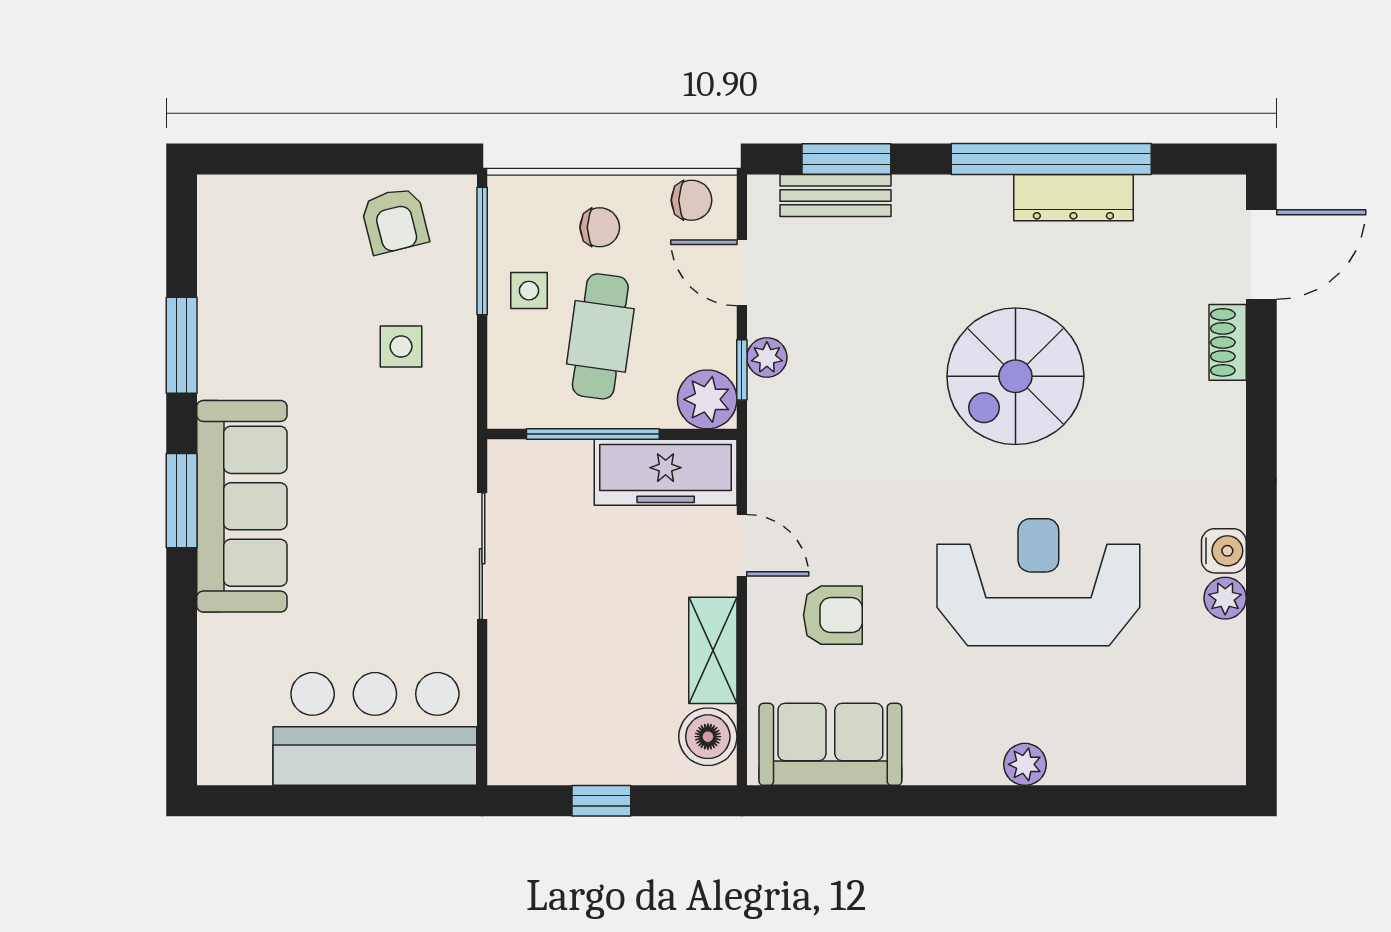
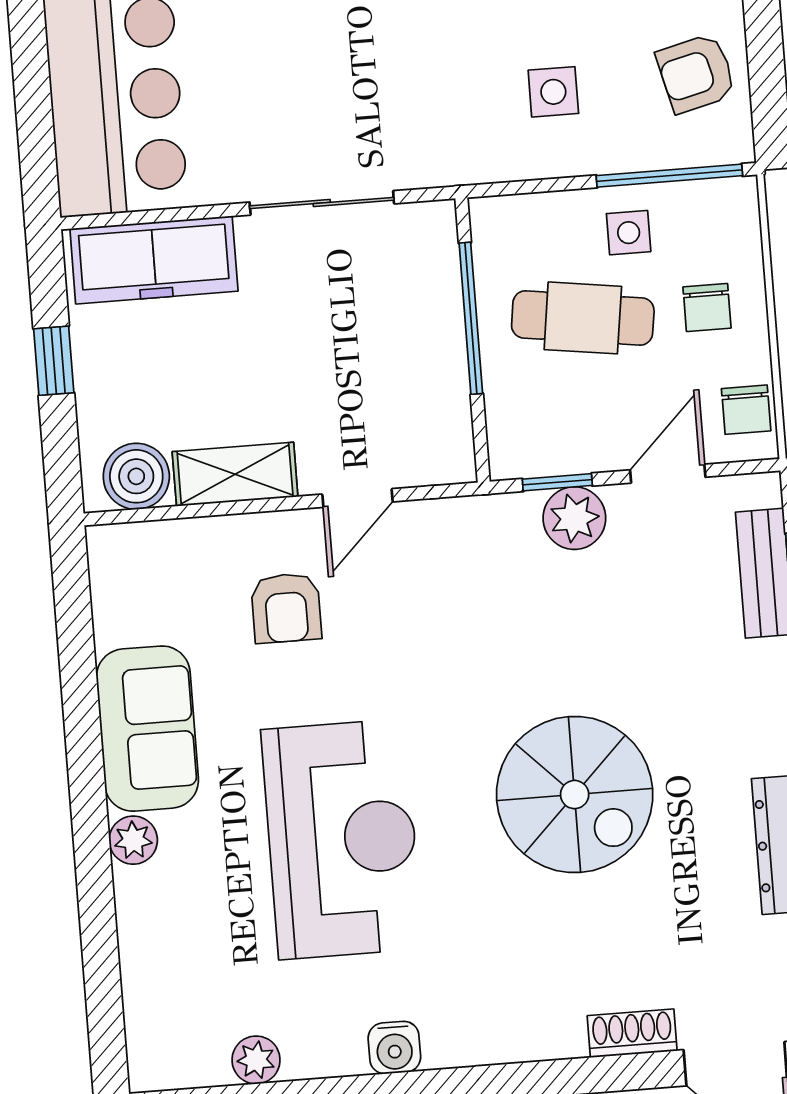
plant: (767, 357) -> (574, 518), width x1.38, depth x1.38
spiral stairs: (1015, 376) -> (575, 795), turned 180
plant: (707, 399) -> (521, 445), removed
freezer: (666, 472) -> (154, 260), moved, turned -90
plant: (1225, 598) -> (256, 1060), moved
sofa: (830, 744) -> (147, 729), moved

